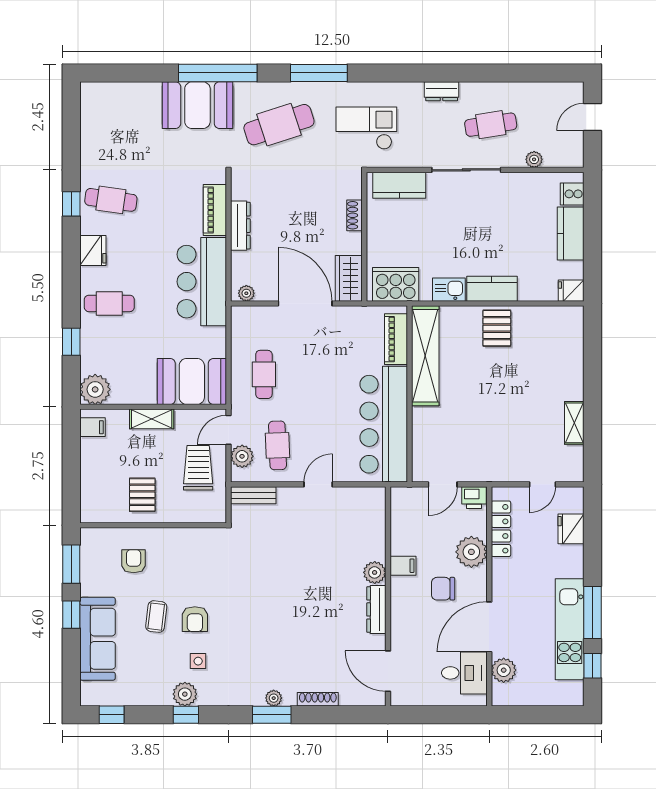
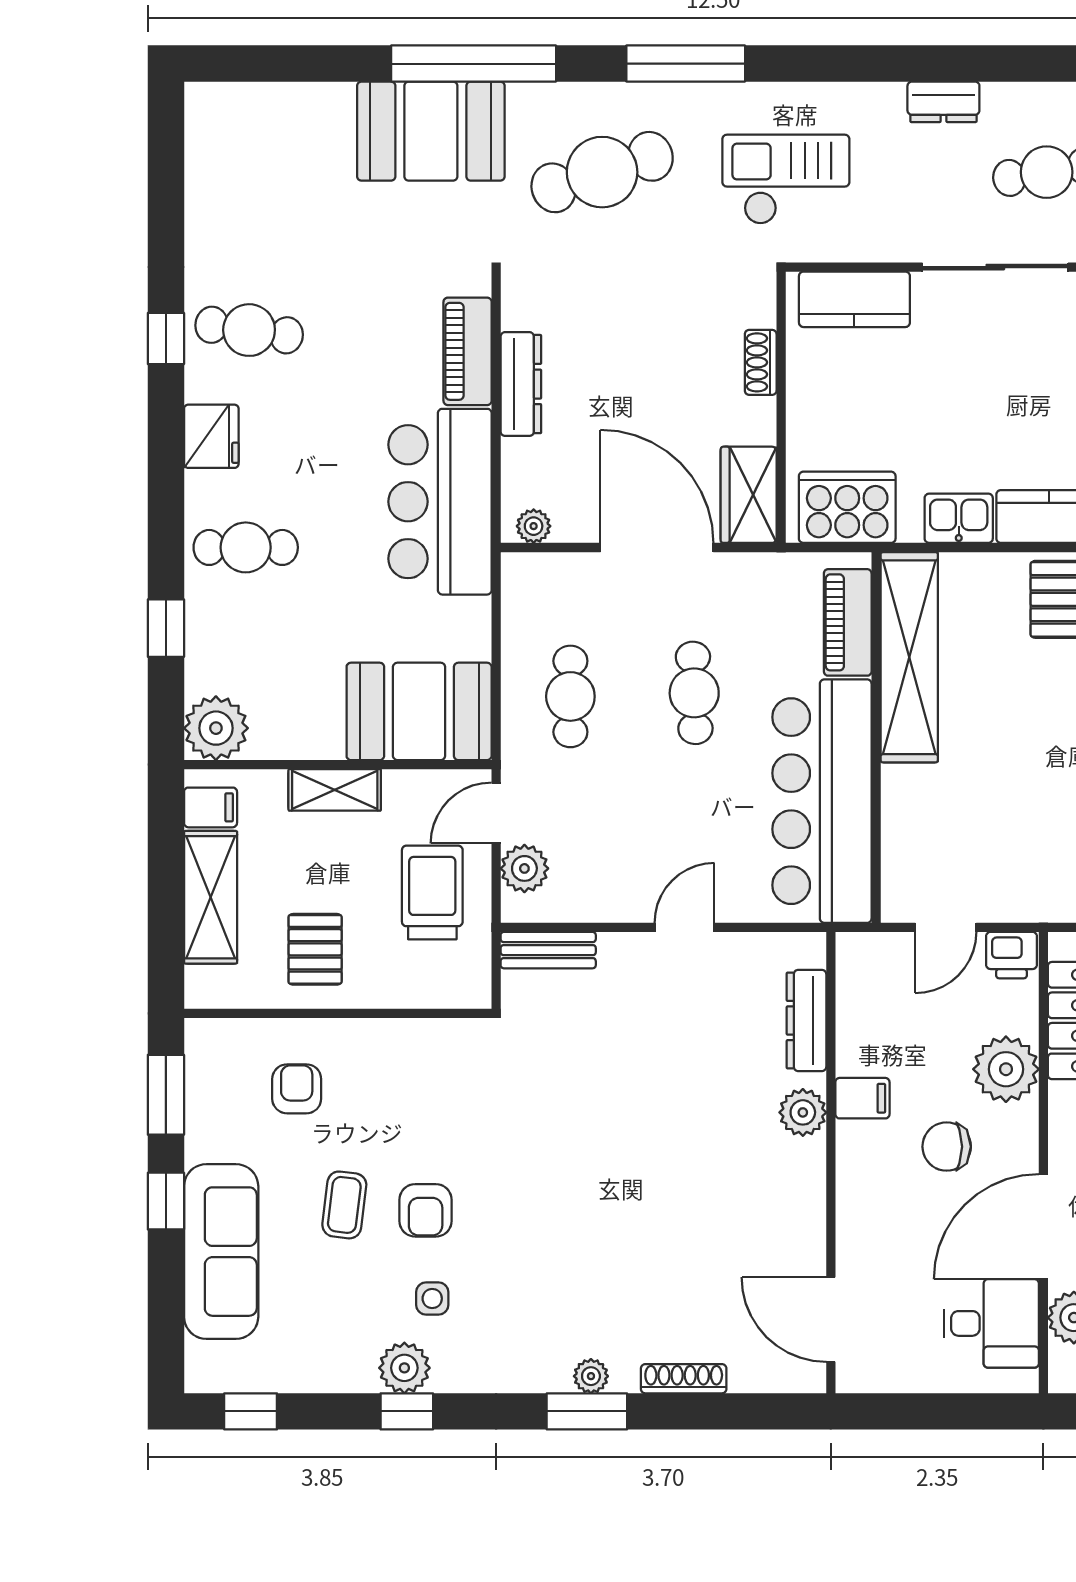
cafe table: (278, 445) -> (694, 693), moved
shelving: (93, 470) -> (211, 897), added
dresser: (376, 609) -> (806, 1020), moved

